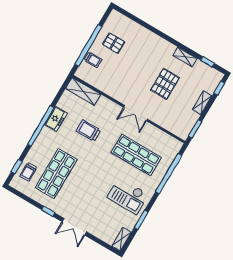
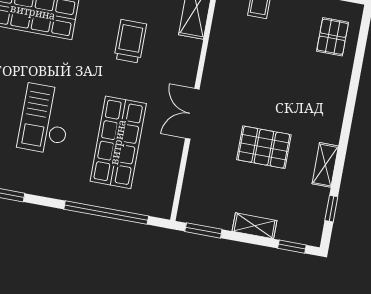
pallet: (114, 43) -> (333, 37), moved
checkout: (128, 196) -> (45, 119), moved

